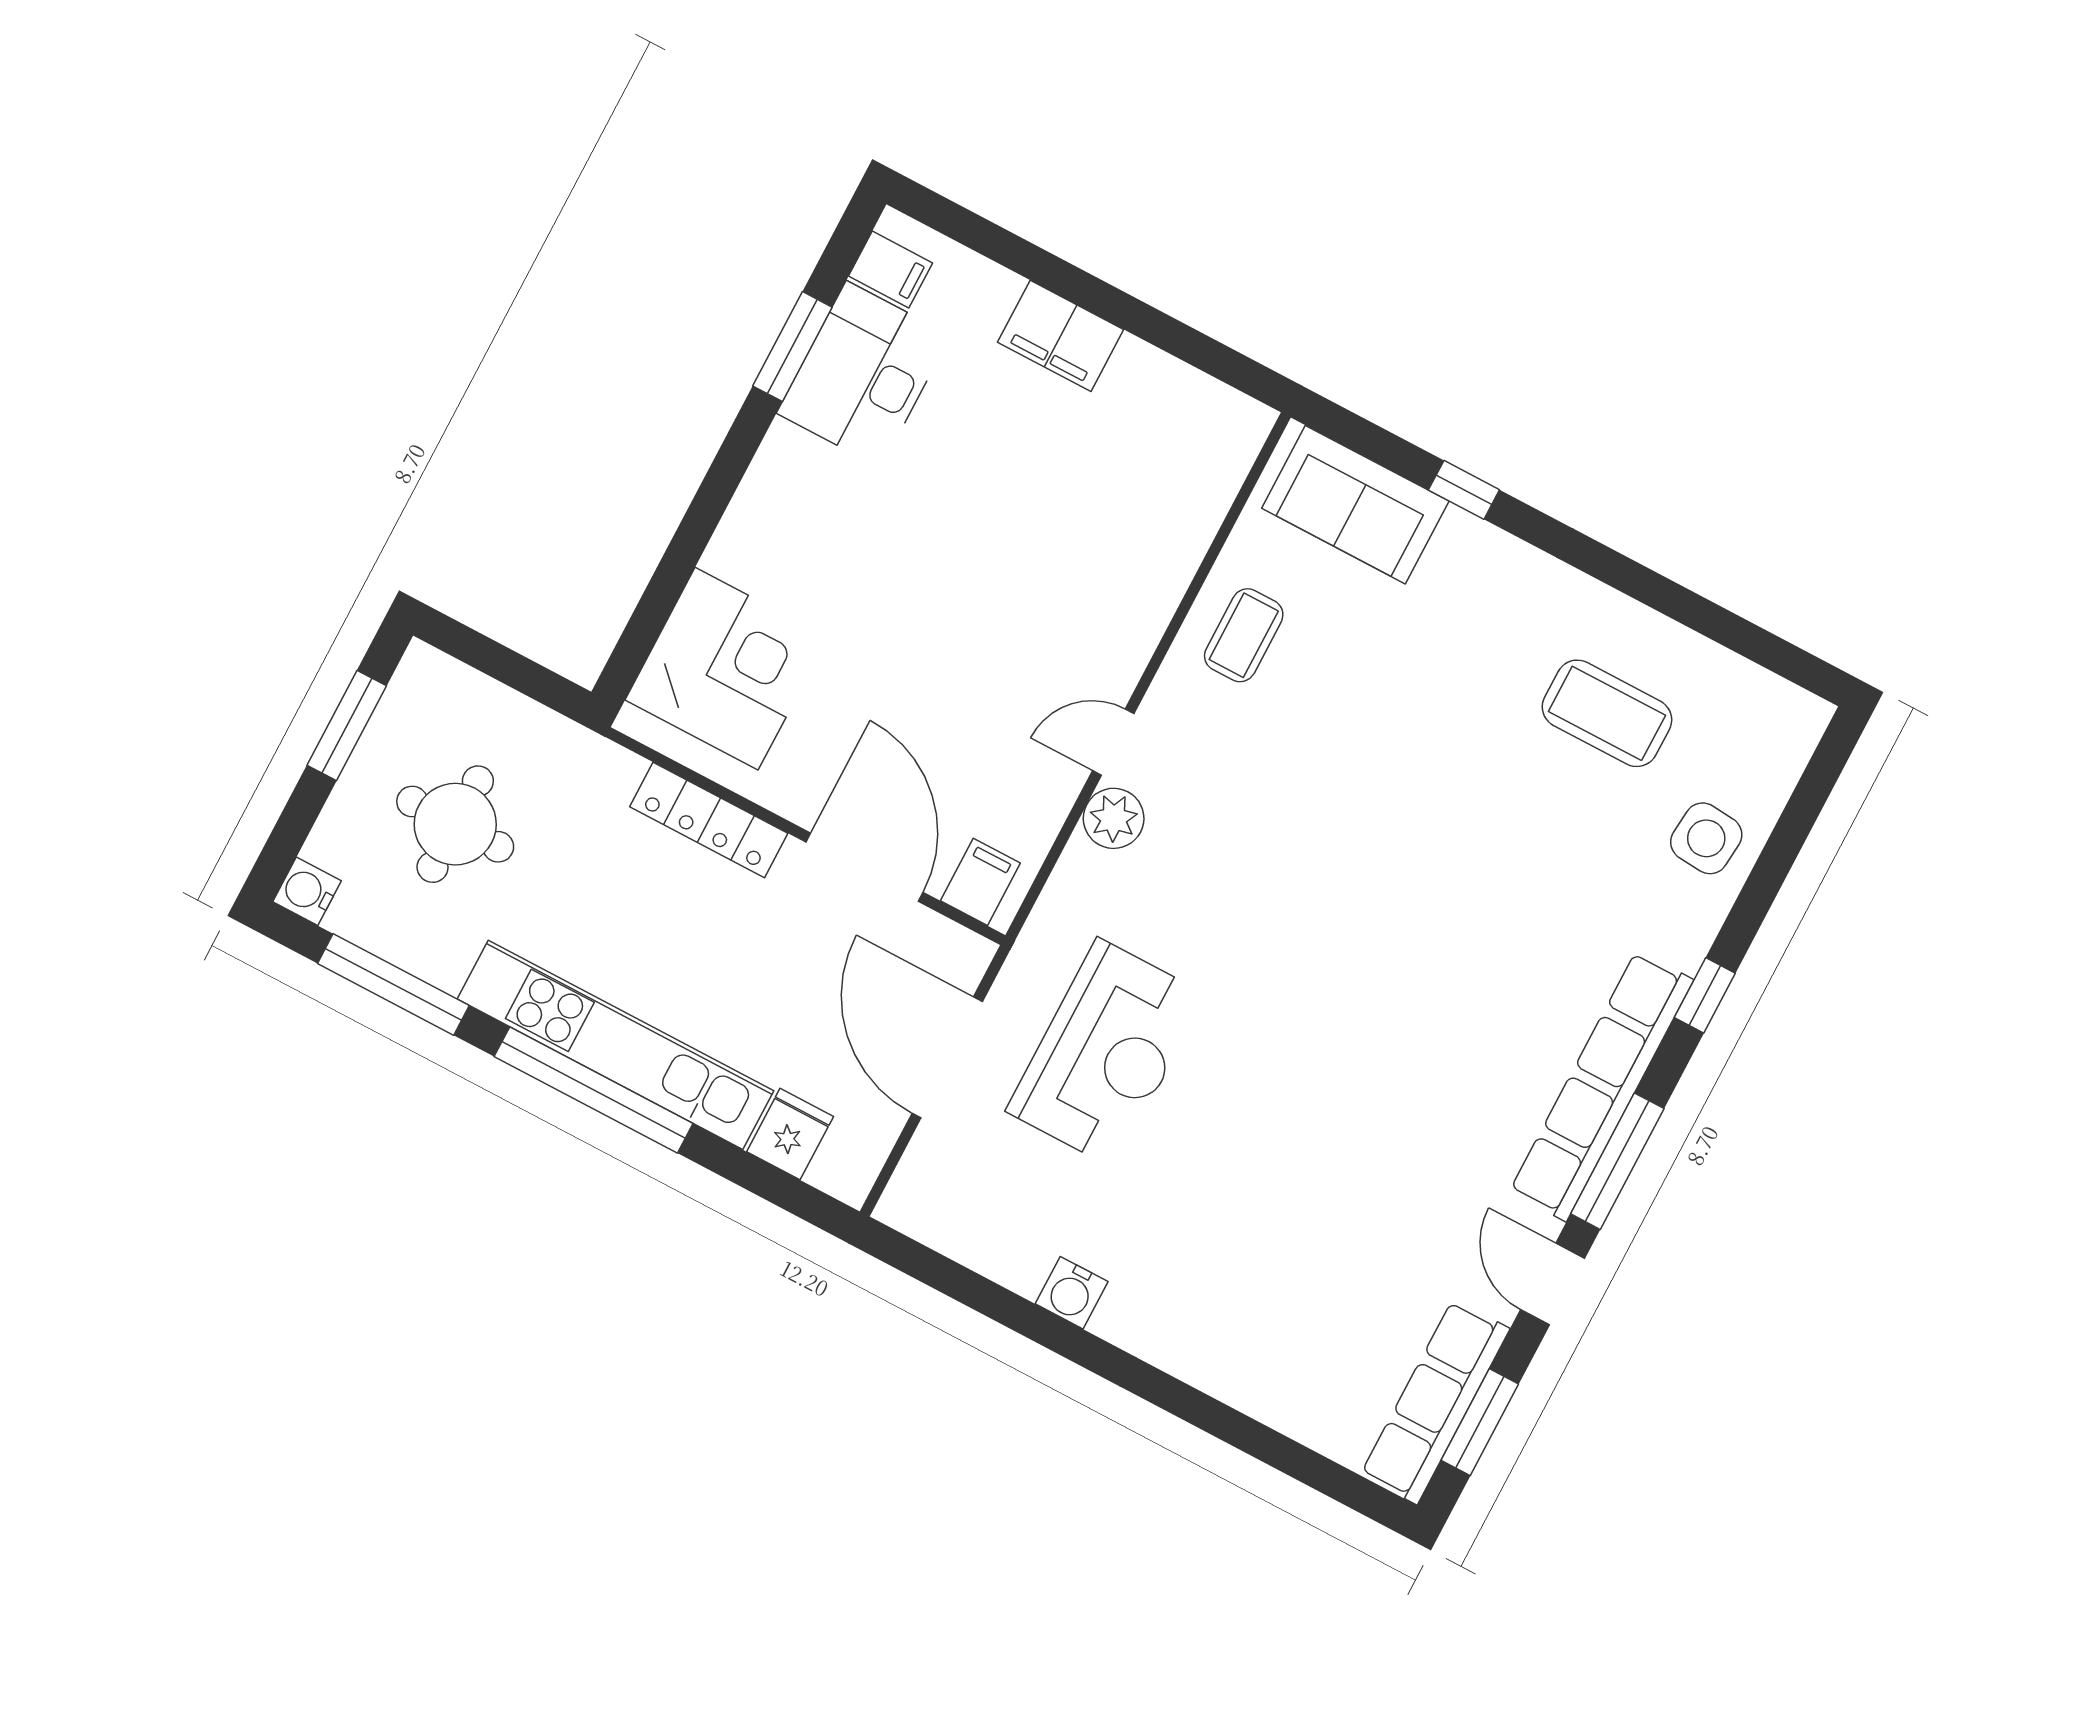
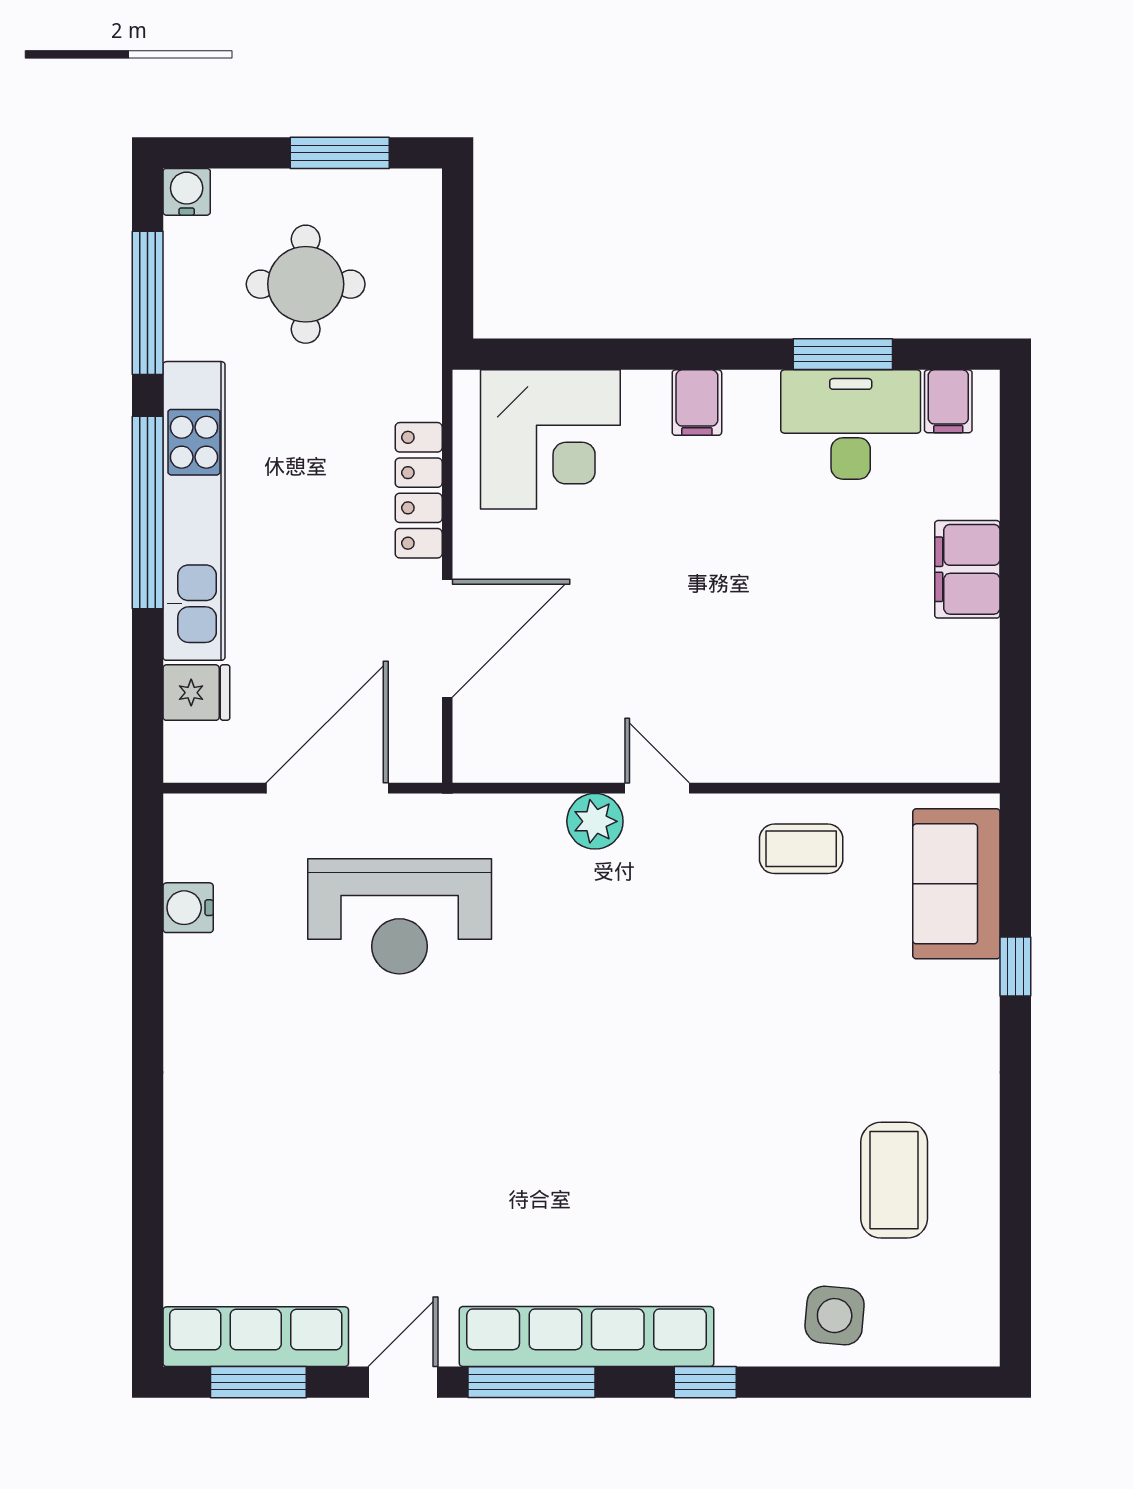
filing cabinet: (980, 882) -> (697, 403), moved, turned 90
water cooler: (1072, 1293) -> (188, 908), moved

